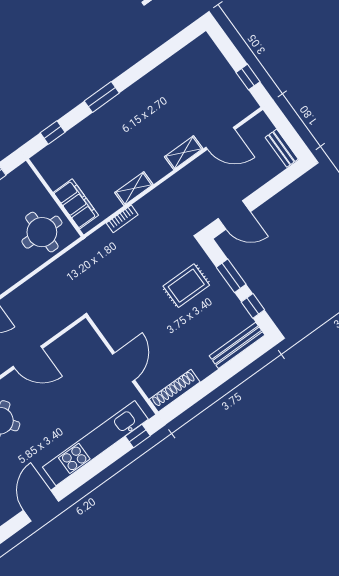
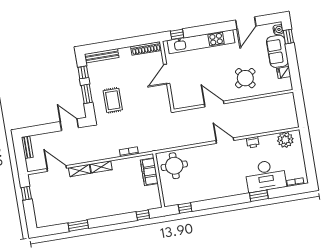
window: (102, 97) -> (78, 226), moved
shelving: (134, 189) -> (101, 167), moved
rug: (186, 286) -> (113, 100), turned 90

